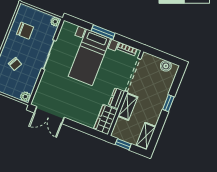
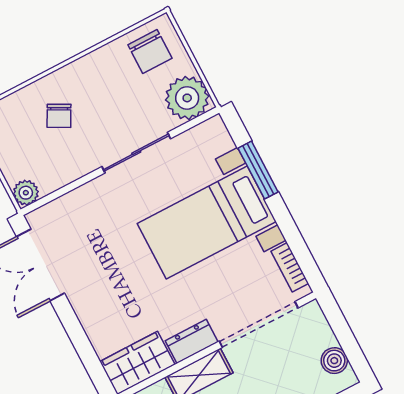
plant: (55, 22) -> (187, 98), width x1.88, depth x1.88
chair: (25, 31) -> (150, 51), moved
window: (103, 32) -> (258, 170), moved

